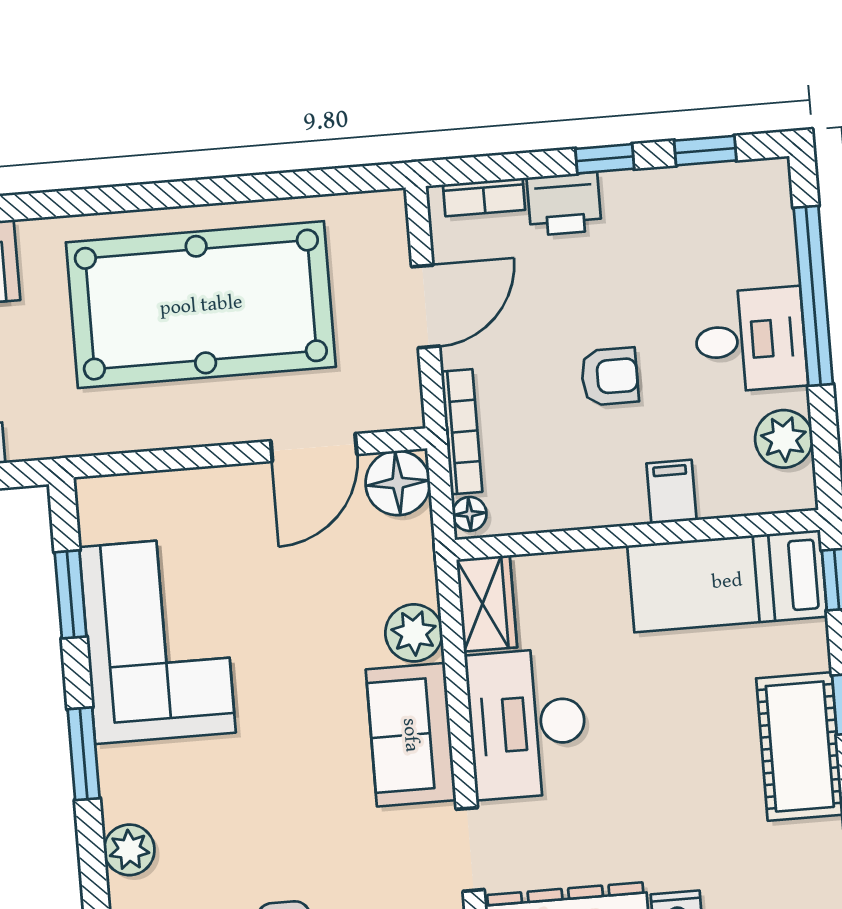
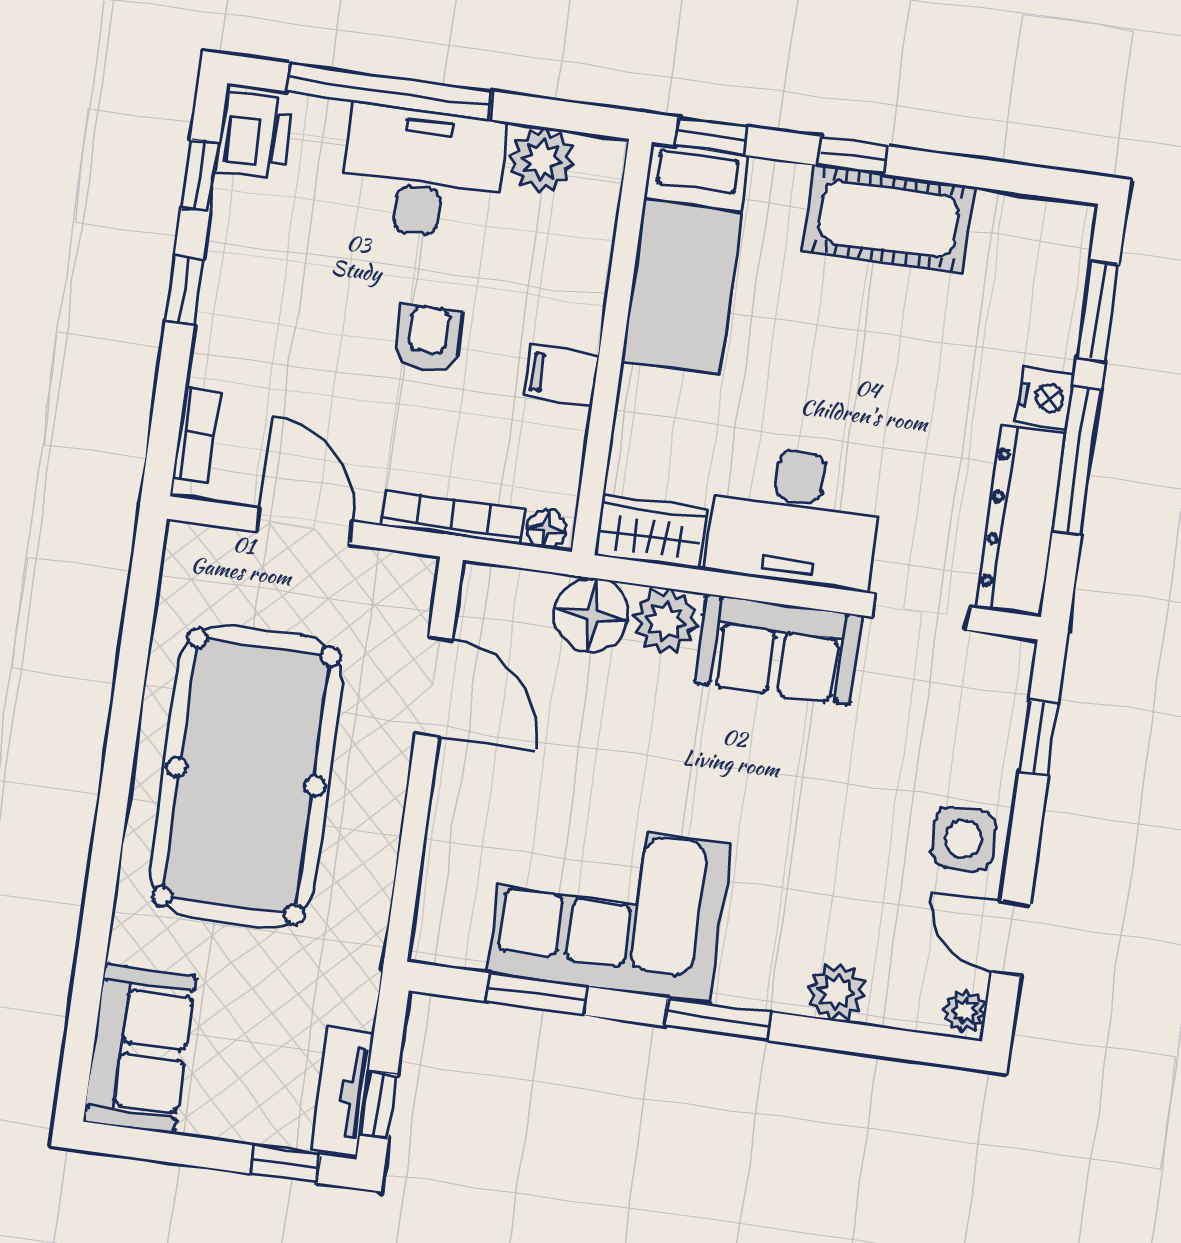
printer: (564, 204) -> (254, 135), moved
desk: (750, 340) -> (422, 172), width x1.37
floor lamp: (398, 483) -> (591, 615), moved
filing cabinet: (671, 492) -> (561, 375), moved

